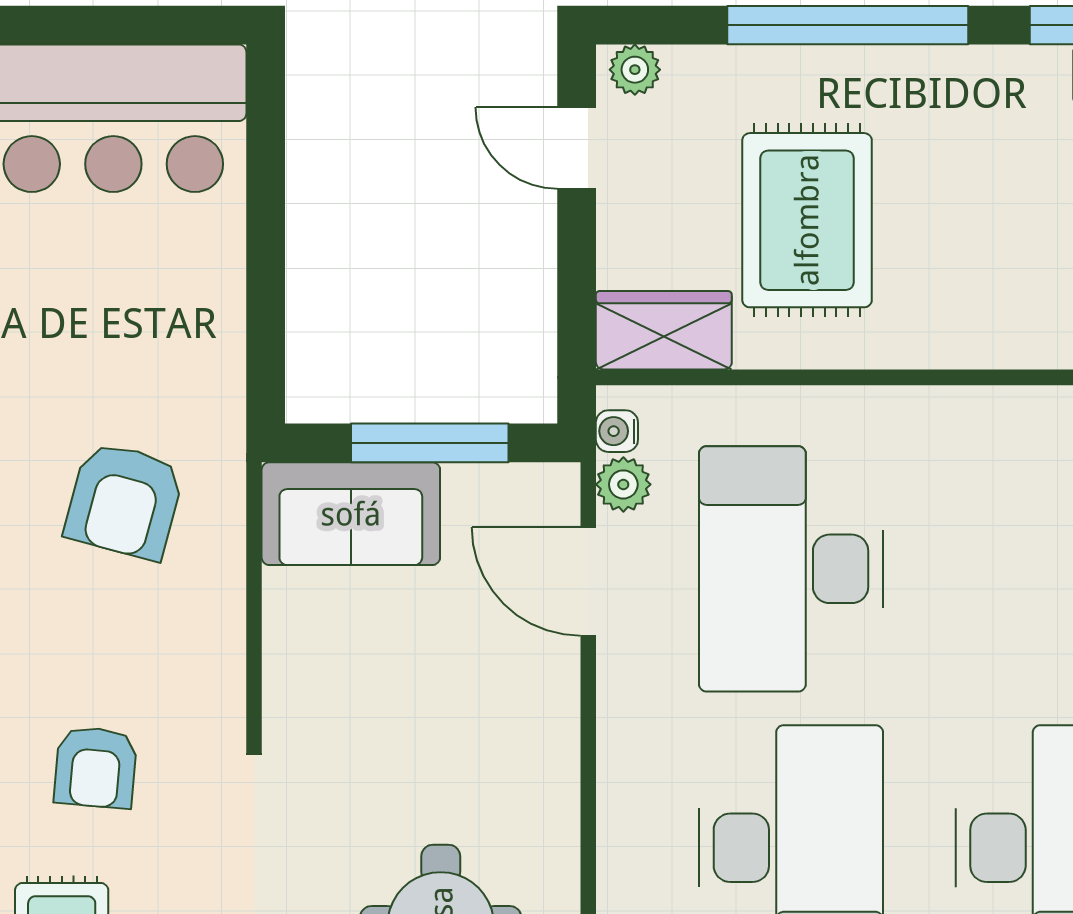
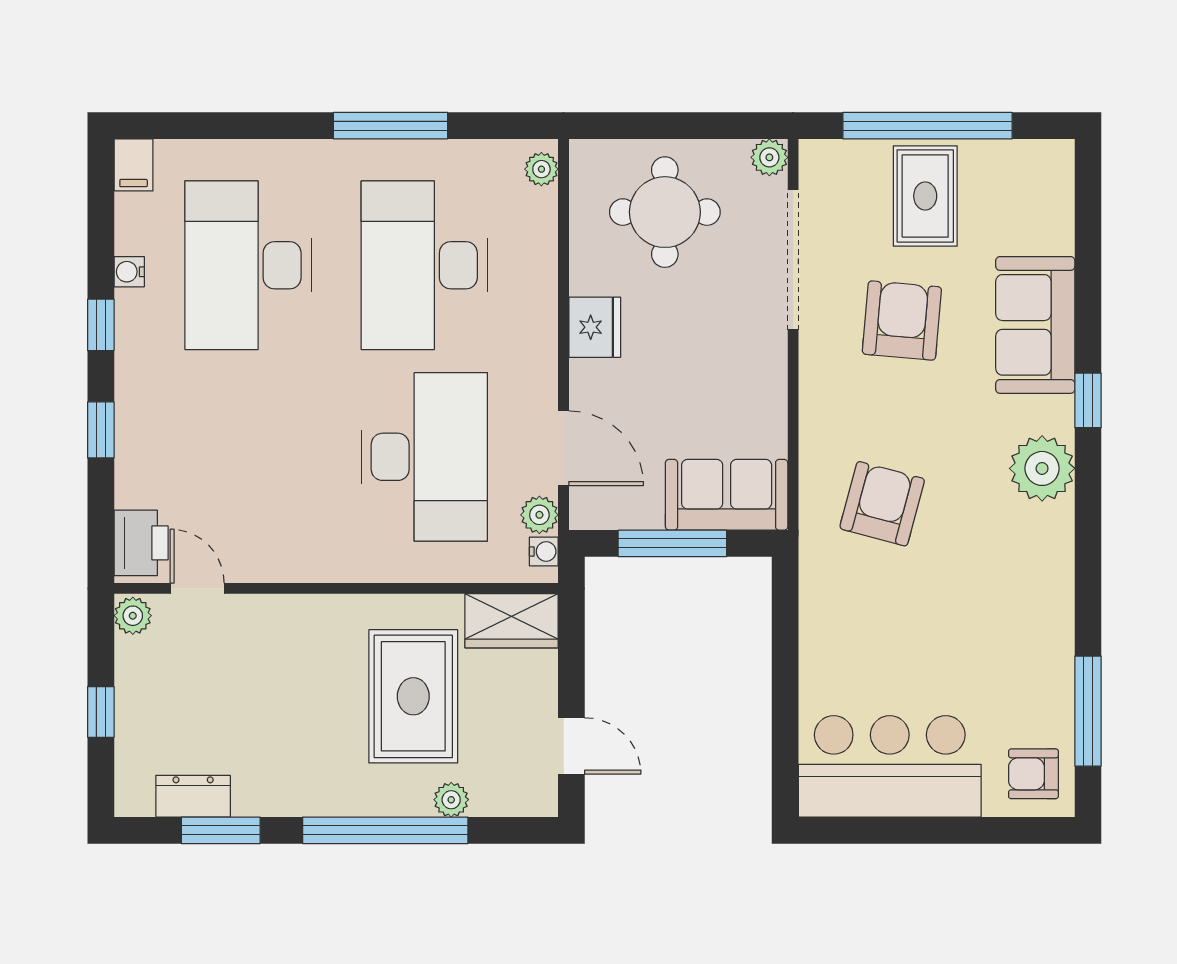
plant: (635, 70) -> (451, 800), moved
fridge: (543, 758) -> (595, 327), added
armchair: (96, 767) -> (902, 321), width x1.38, depth x1.38

